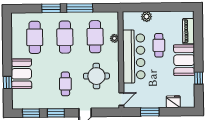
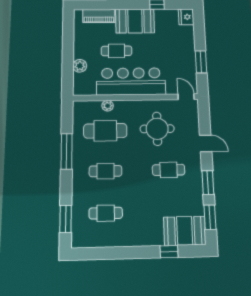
window: (51, 8) -> (66, 219), moved
cafe table: (35, 37) -> (106, 213), width x0.73, depth x0.74
cafe table: (65, 37) -> (105, 171), width x0.73, depth x0.74
booth: (21, 74) -> (185, 231), moved
fridge: (173, 102) -> (186, 17), moved

